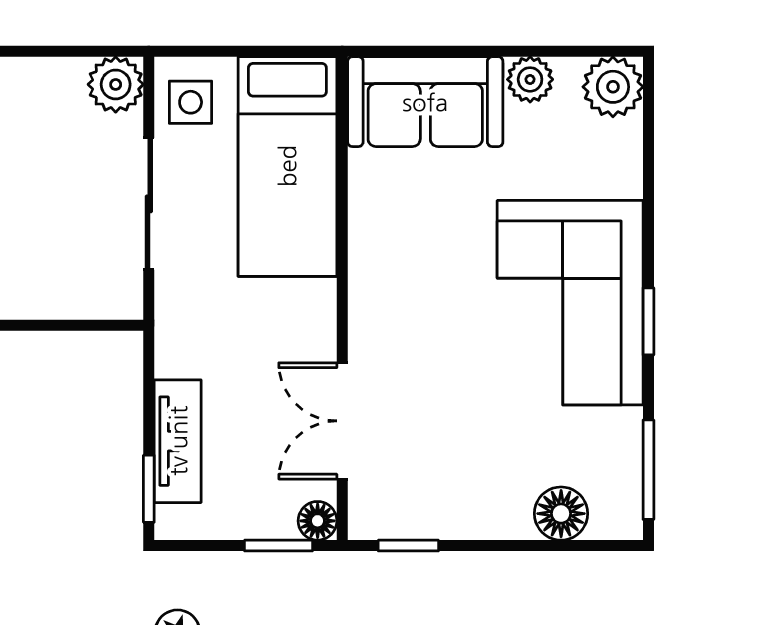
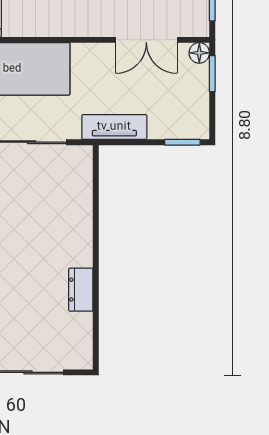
tv unit: (178, 441) -> (114, 127), moved

